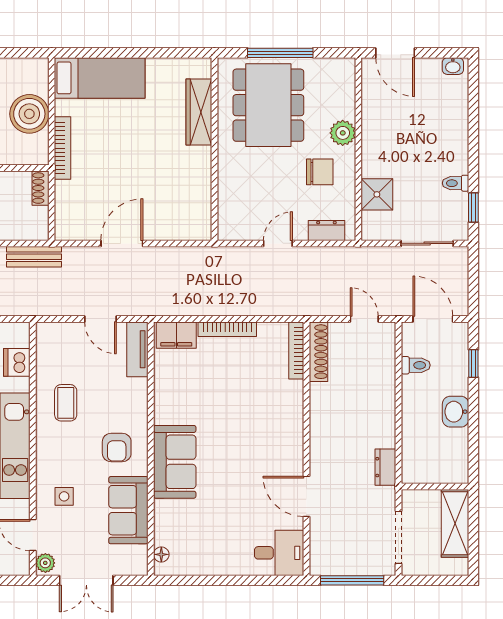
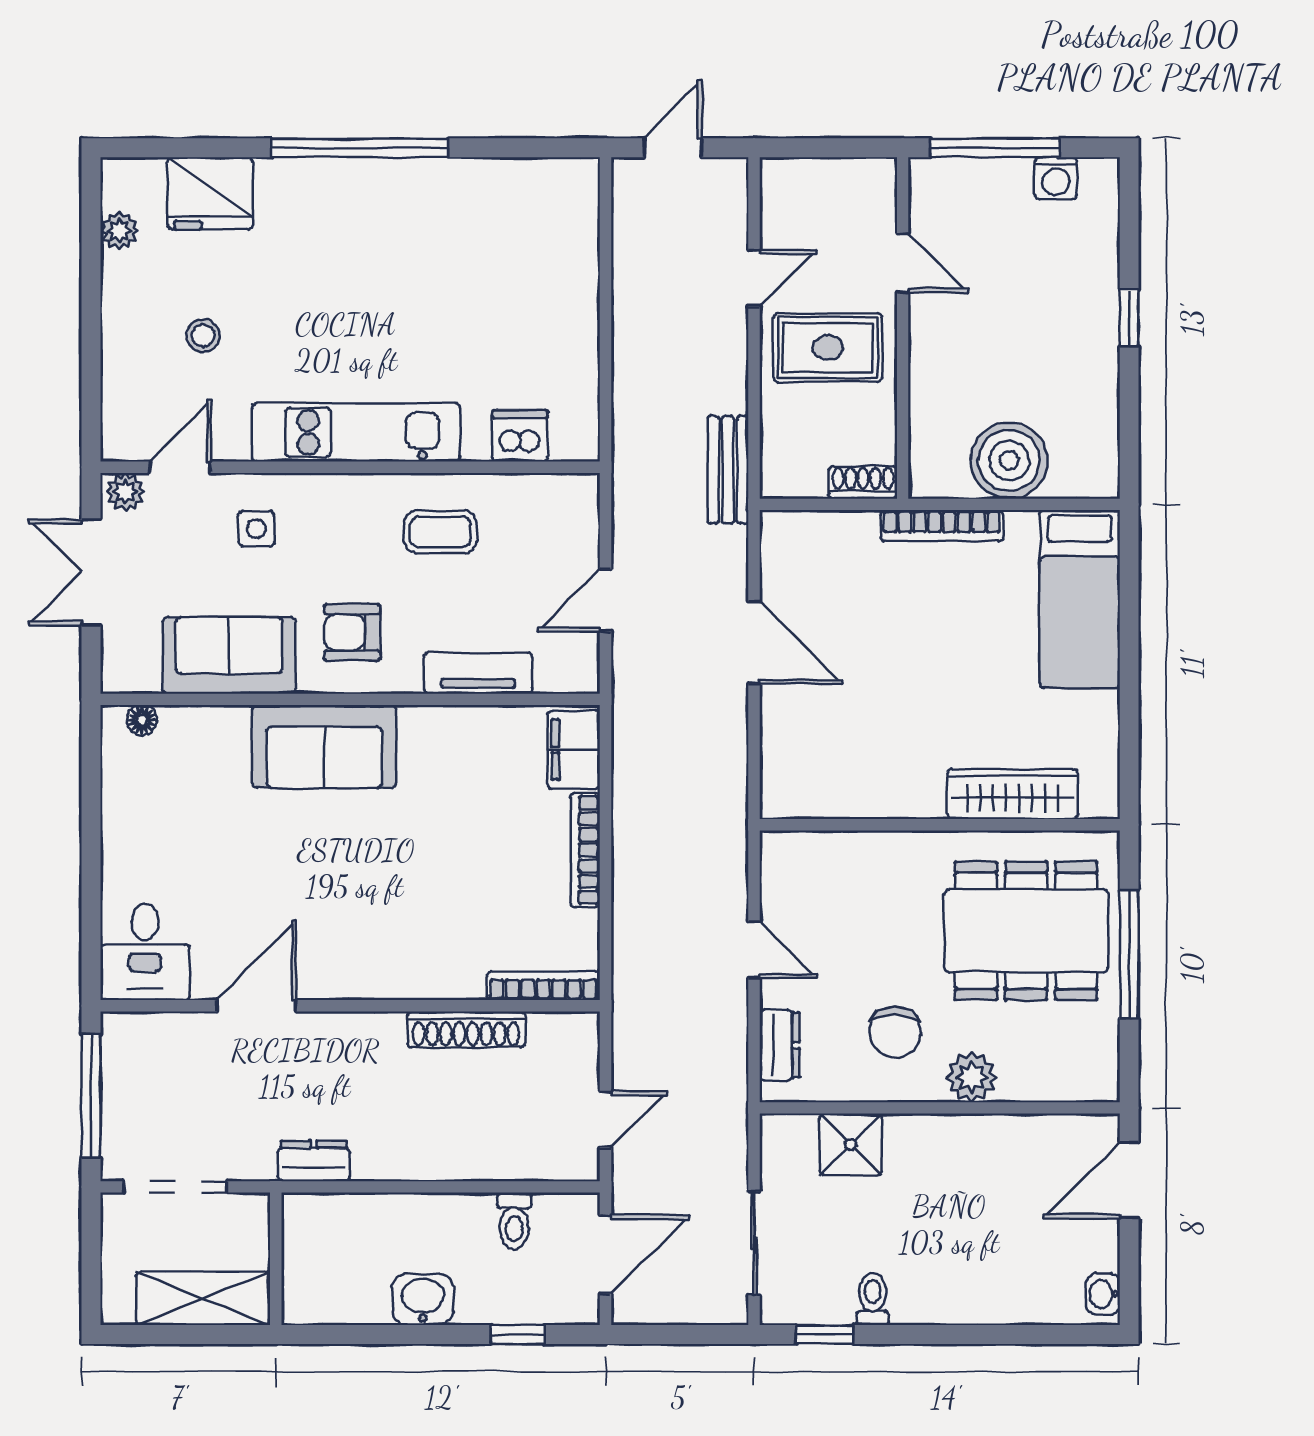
tv unit: (137, 349) -> (478, 673), moved
shoe rack: (319, 352) -> (466, 1030), moved

